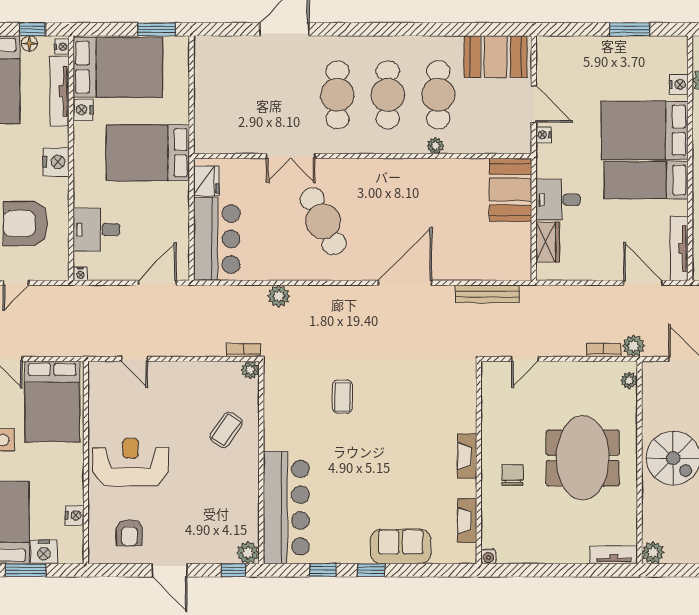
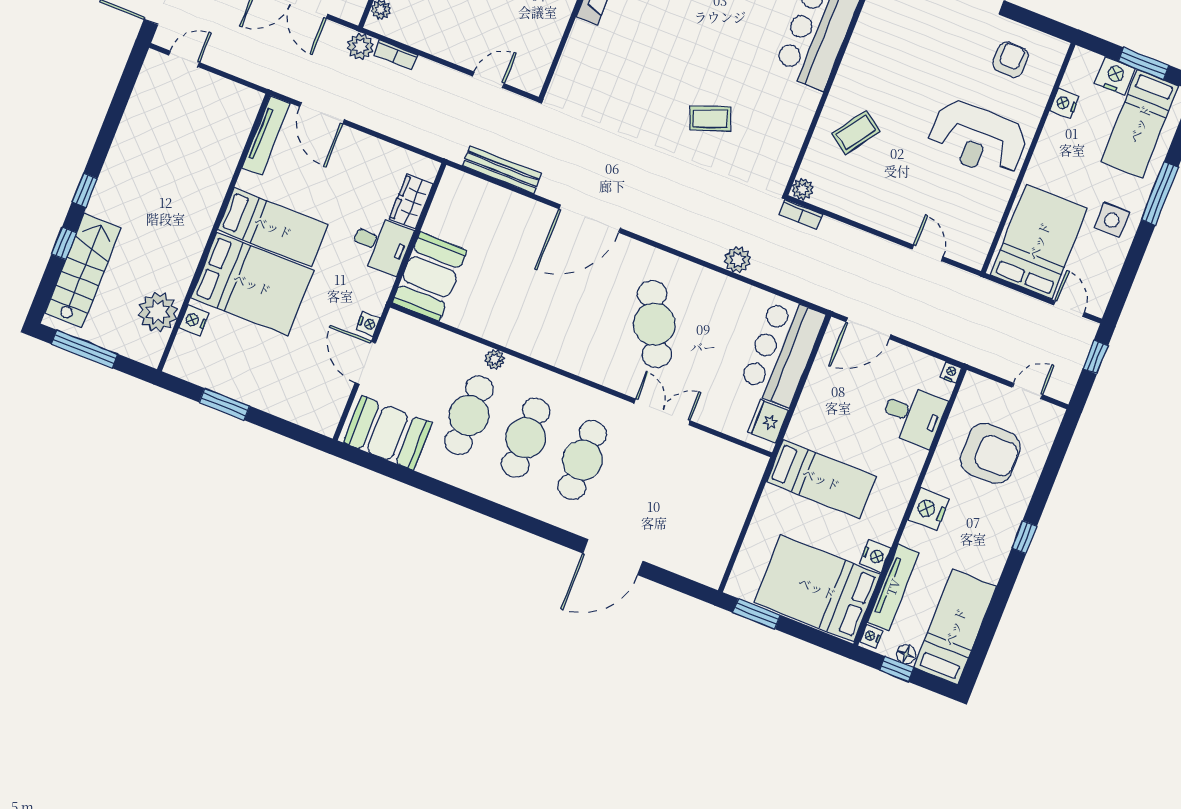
bed: (148, 153) -> (821, 479), width x0.67
coffee table: (343, 396) -> (710, 118), turned 70

